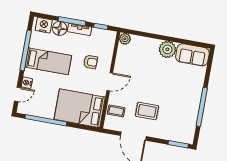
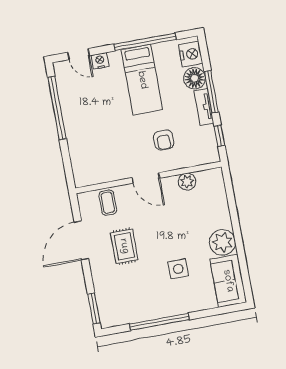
plant: (125, 39) -> (187, 182), moved
side table: (173, 83) -> (178, 269), added
bed: (80, 108) -> (92, 149), removed

